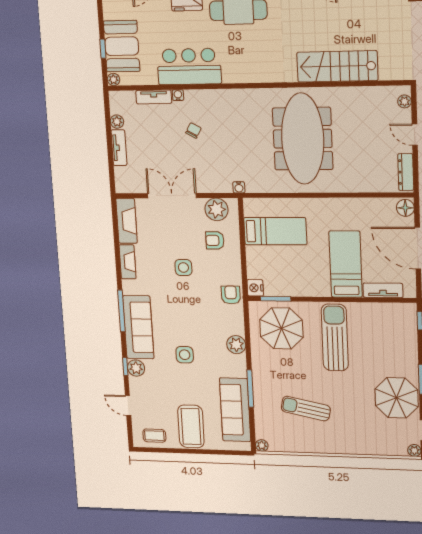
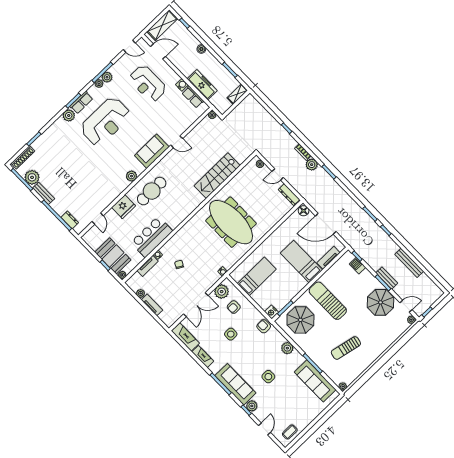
double door: (172, 196) -> (196, 305), swing flipped
barbecue: (409, 332) -> (358, 266), added
door: (128, 406) -> (264, 429), swing flipped
coffee table: (191, 426) -> (302, 410), removed

